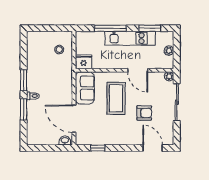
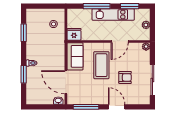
door: (138, 70) -> (120, 41), hinge flipped
window: (24, 80) -> (24, 33), moved
sliding door: (177, 102) -> (152, 80), moved
window: (98, 148) -> (86, 107), width x2.17
door: (153, 148) -> (117, 107), moved

